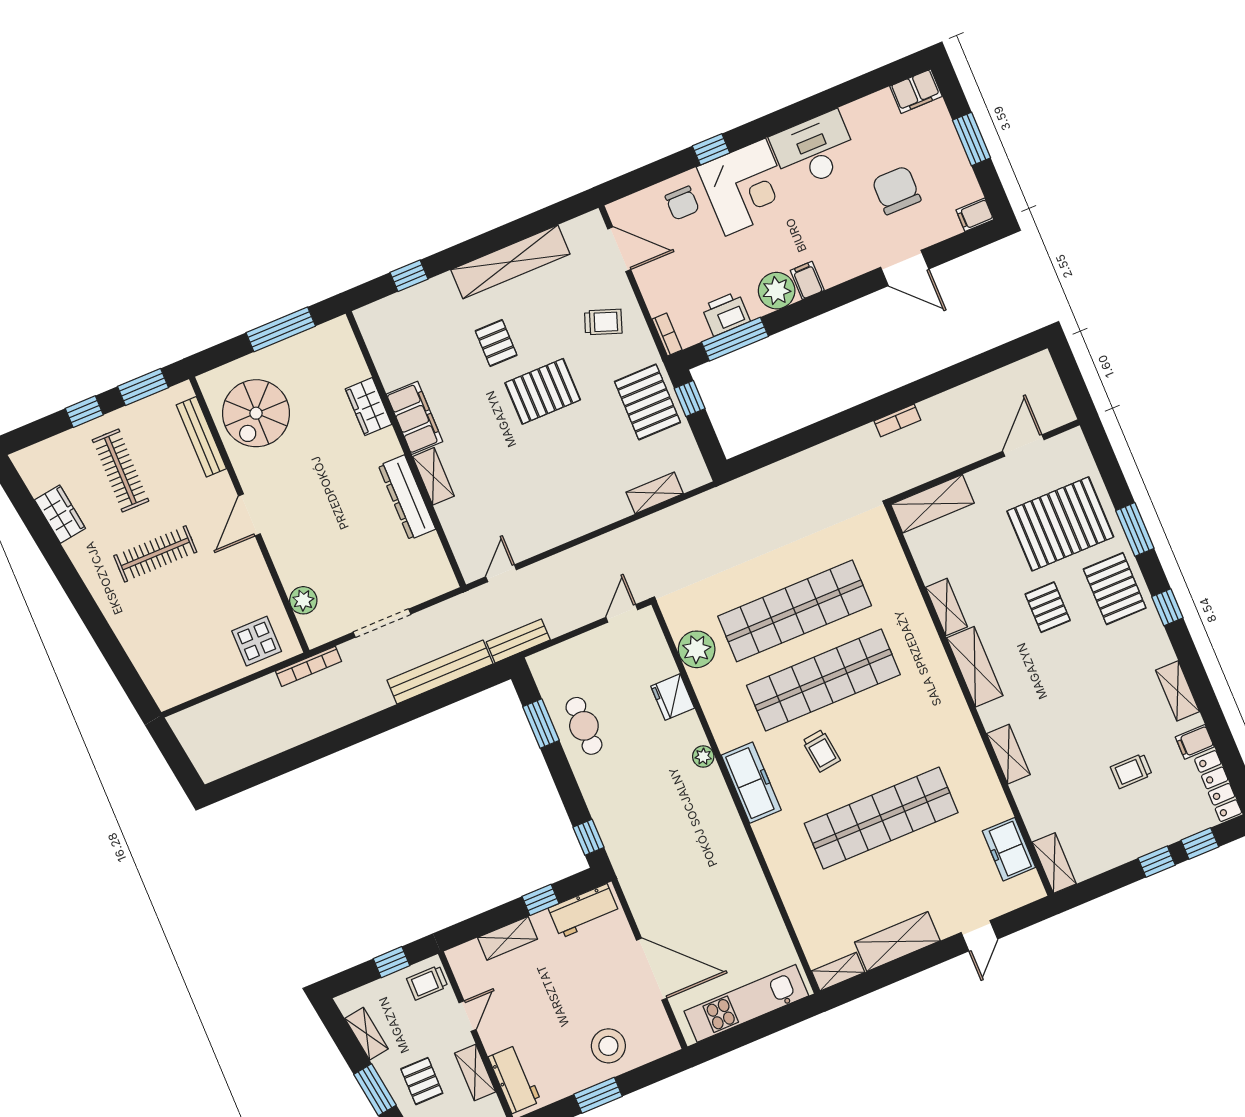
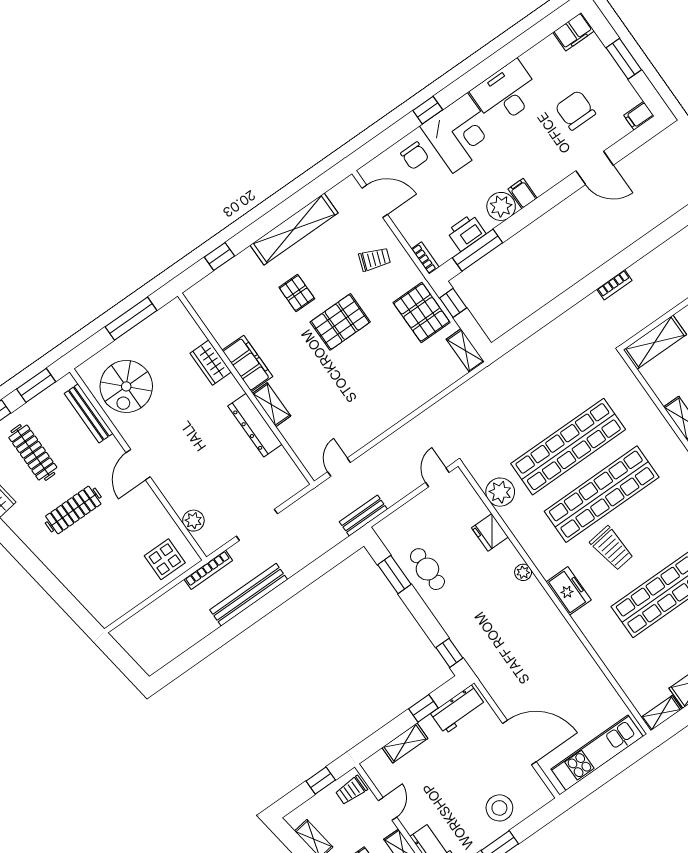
shelving: (655, 493) -> (465, 350), moved, turned 90
bench: (440, 672) -> (249, 595), moved
trolley: (821, 751) -> (612, 548), width x1.36, depth x1.39
freezer: (751, 783) -> (569, 591), width x0.71

